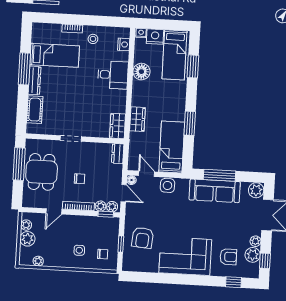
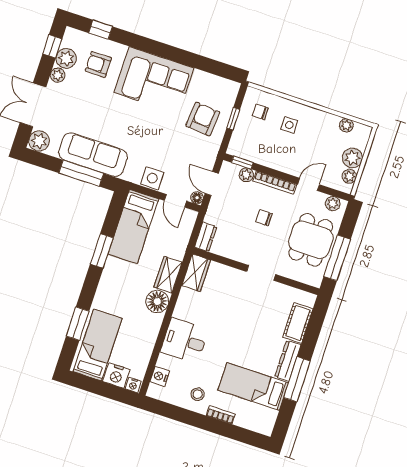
floor lamp: (141, 72) -> (157, 301), moved
plant: (112, 207) -> (333, 204), moved

